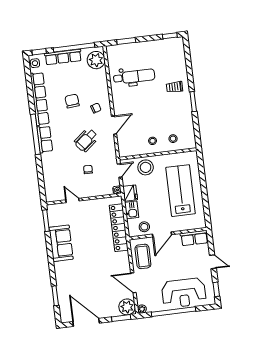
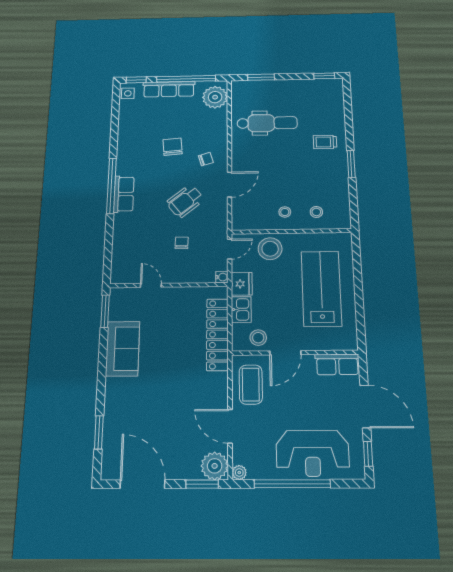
row of seats: (40, 99) -> (126, 139), removed
door: (213, 262) -> (365, 406), width x1.87

